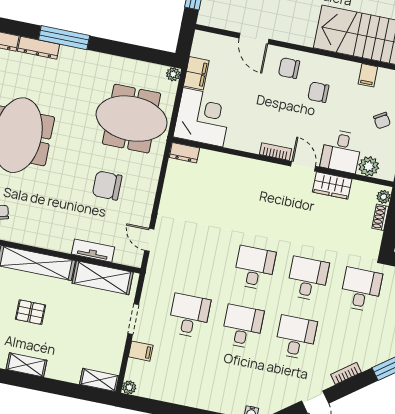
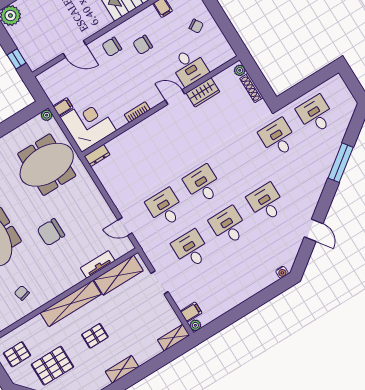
filing cabinet: (196, 73) -> (63, 107), width x0.50
bookcase: (275, 152) -> (137, 112), moved
plant: (369, 166) -> (214, 61), removed
chair: (107, 185) -> (51, 232), moved
shoe rack: (380, 217) -> (251, 88), width x1.43
desk: (308, 279) -> (165, 208), moved
filing cabinet: (141, 351) -> (191, 312), moved
bookcase: (346, 373) -> (316, 196), removed

